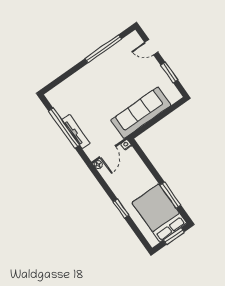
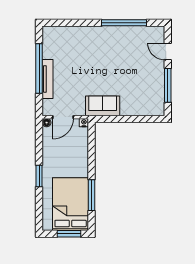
window: (169, 73) -> (168, 85), width x1.44
sofa: (141, 113) -> (103, 106), width x0.54, depth x0.79

